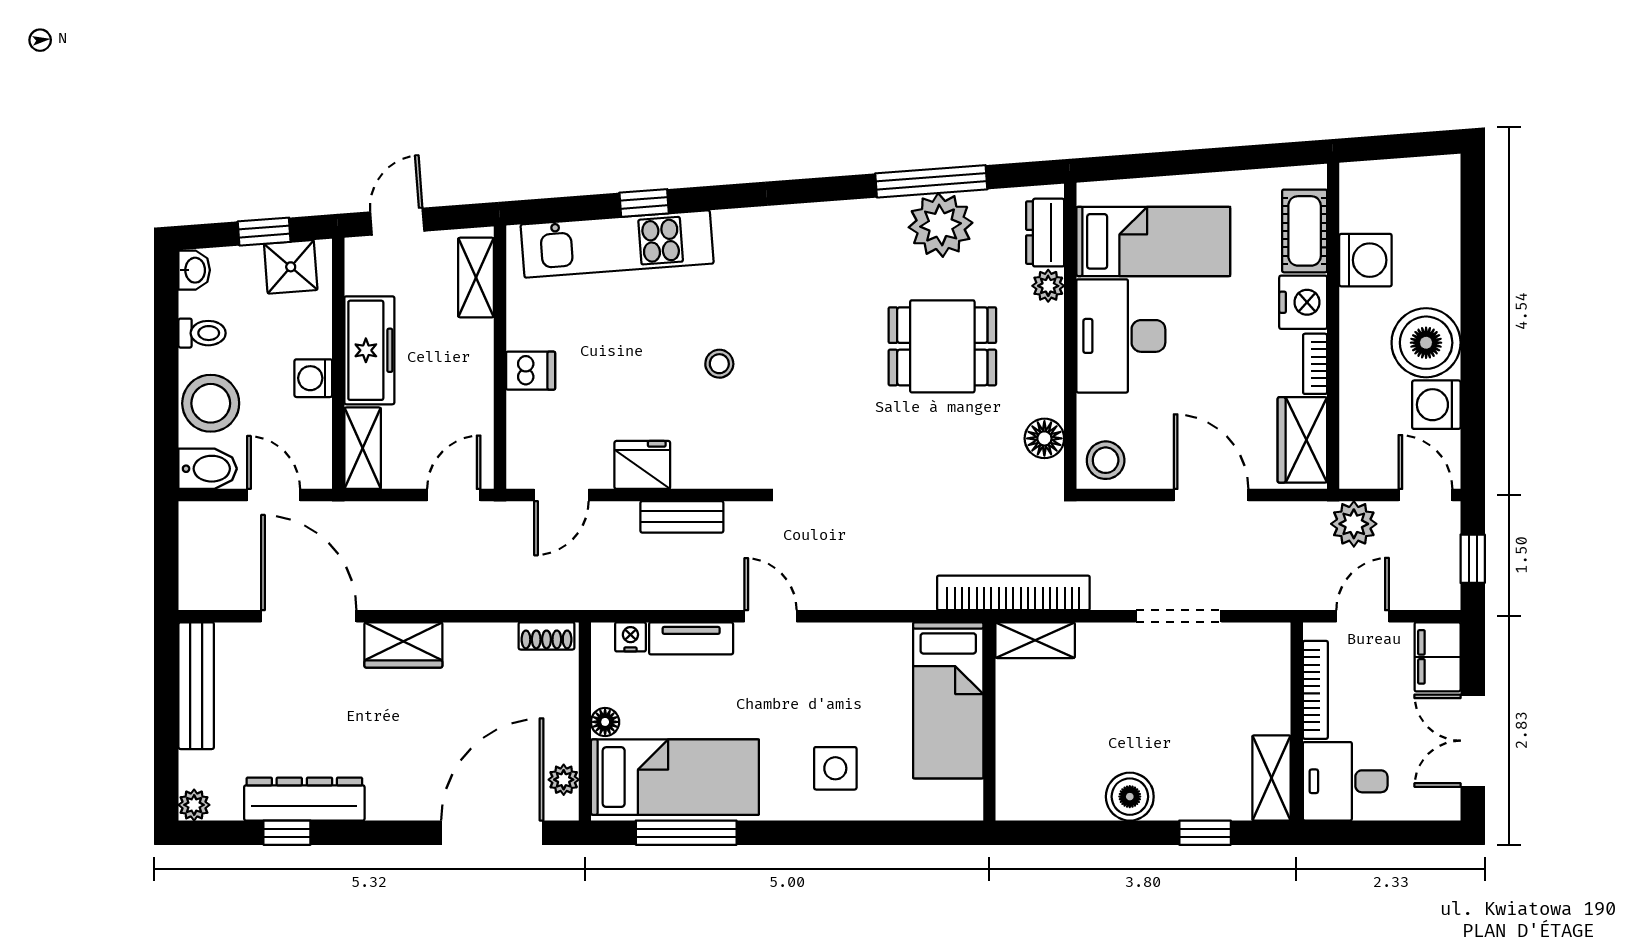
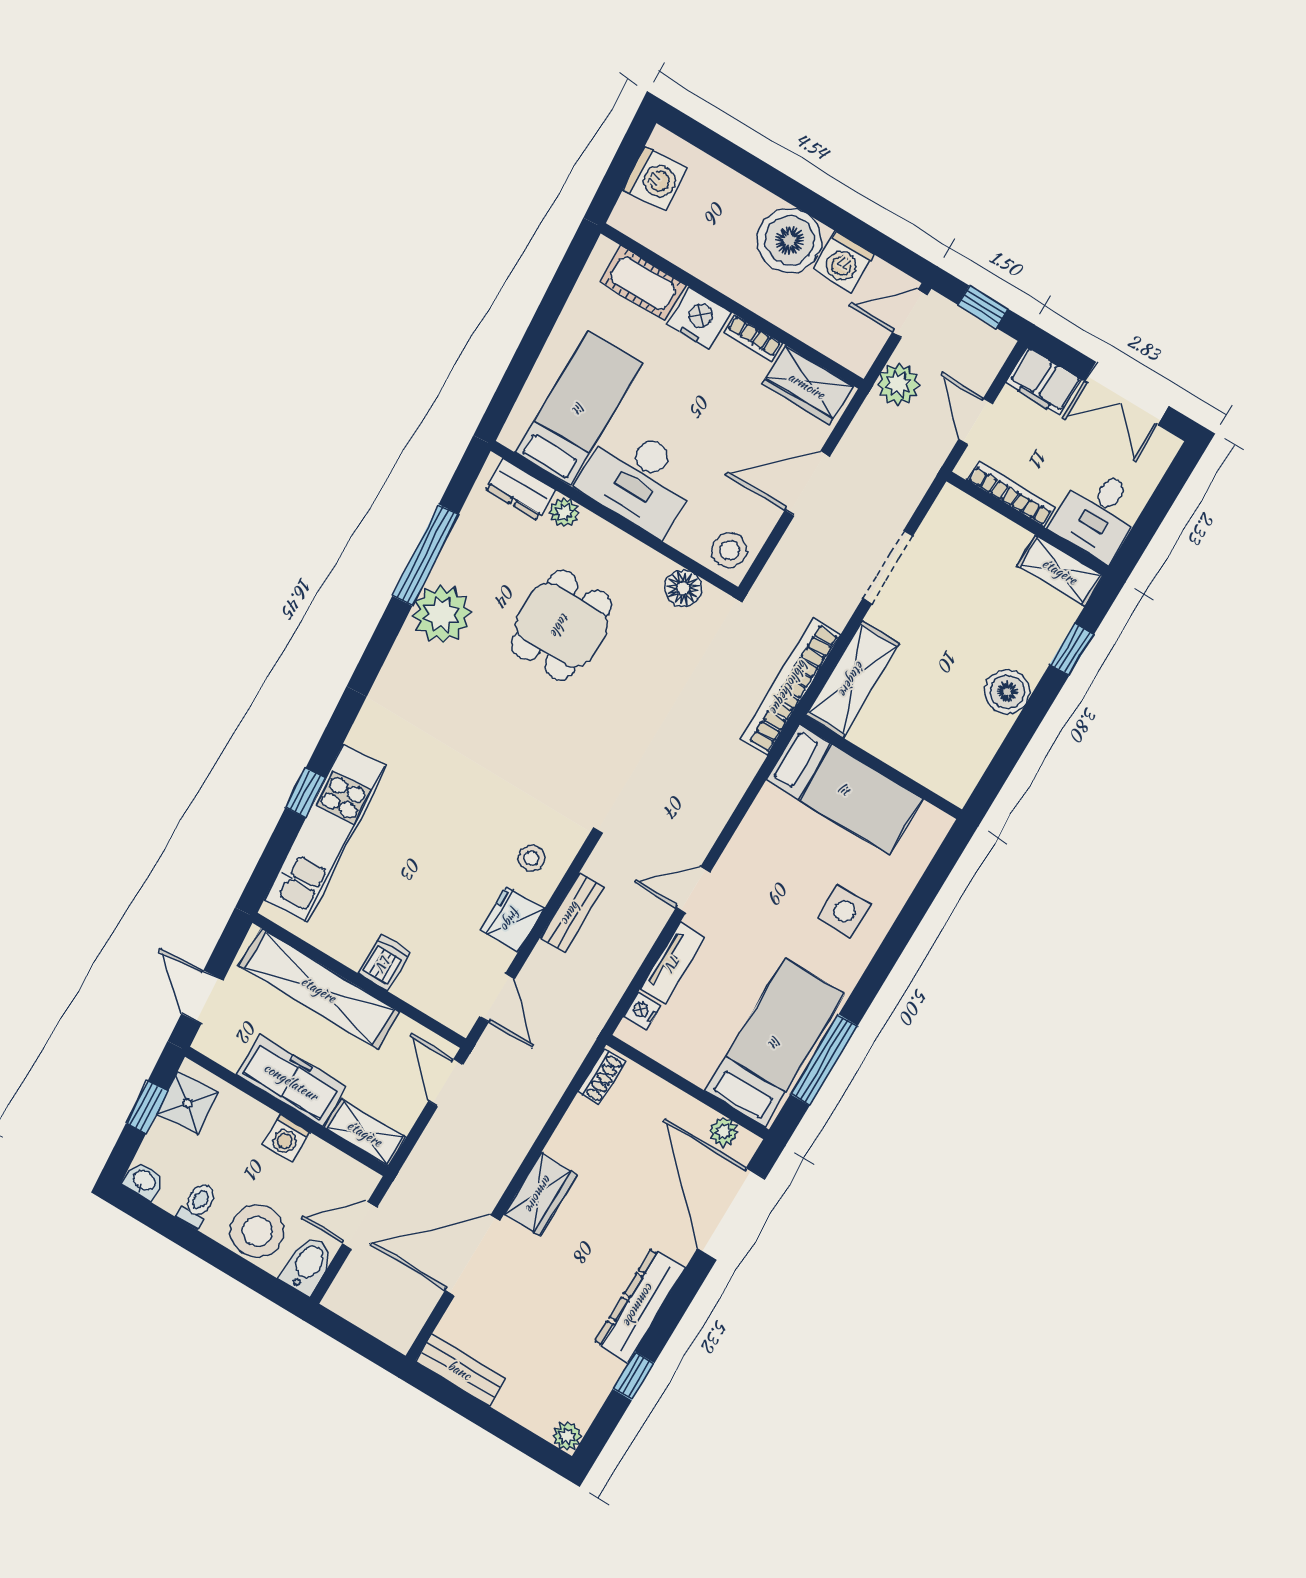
plant: (941, 225) -> (442, 614), moved
washing machine: (1365, 260) -> (655, 179), moved, turned 86
shelving: (476, 278) -> (319, 989), width x2.20, depth x1.33
stool: (719, 364) -> (532, 858), moved
shelving: (1035, 640) -> (853, 679), width x1.50, depth x1.33
bench: (196, 686) -> (460, 1370), width x0.73
floor lamp: (605, 722) -> (698, 1071), removed
dresser: (304, 799) -> (640, 1305), moved

